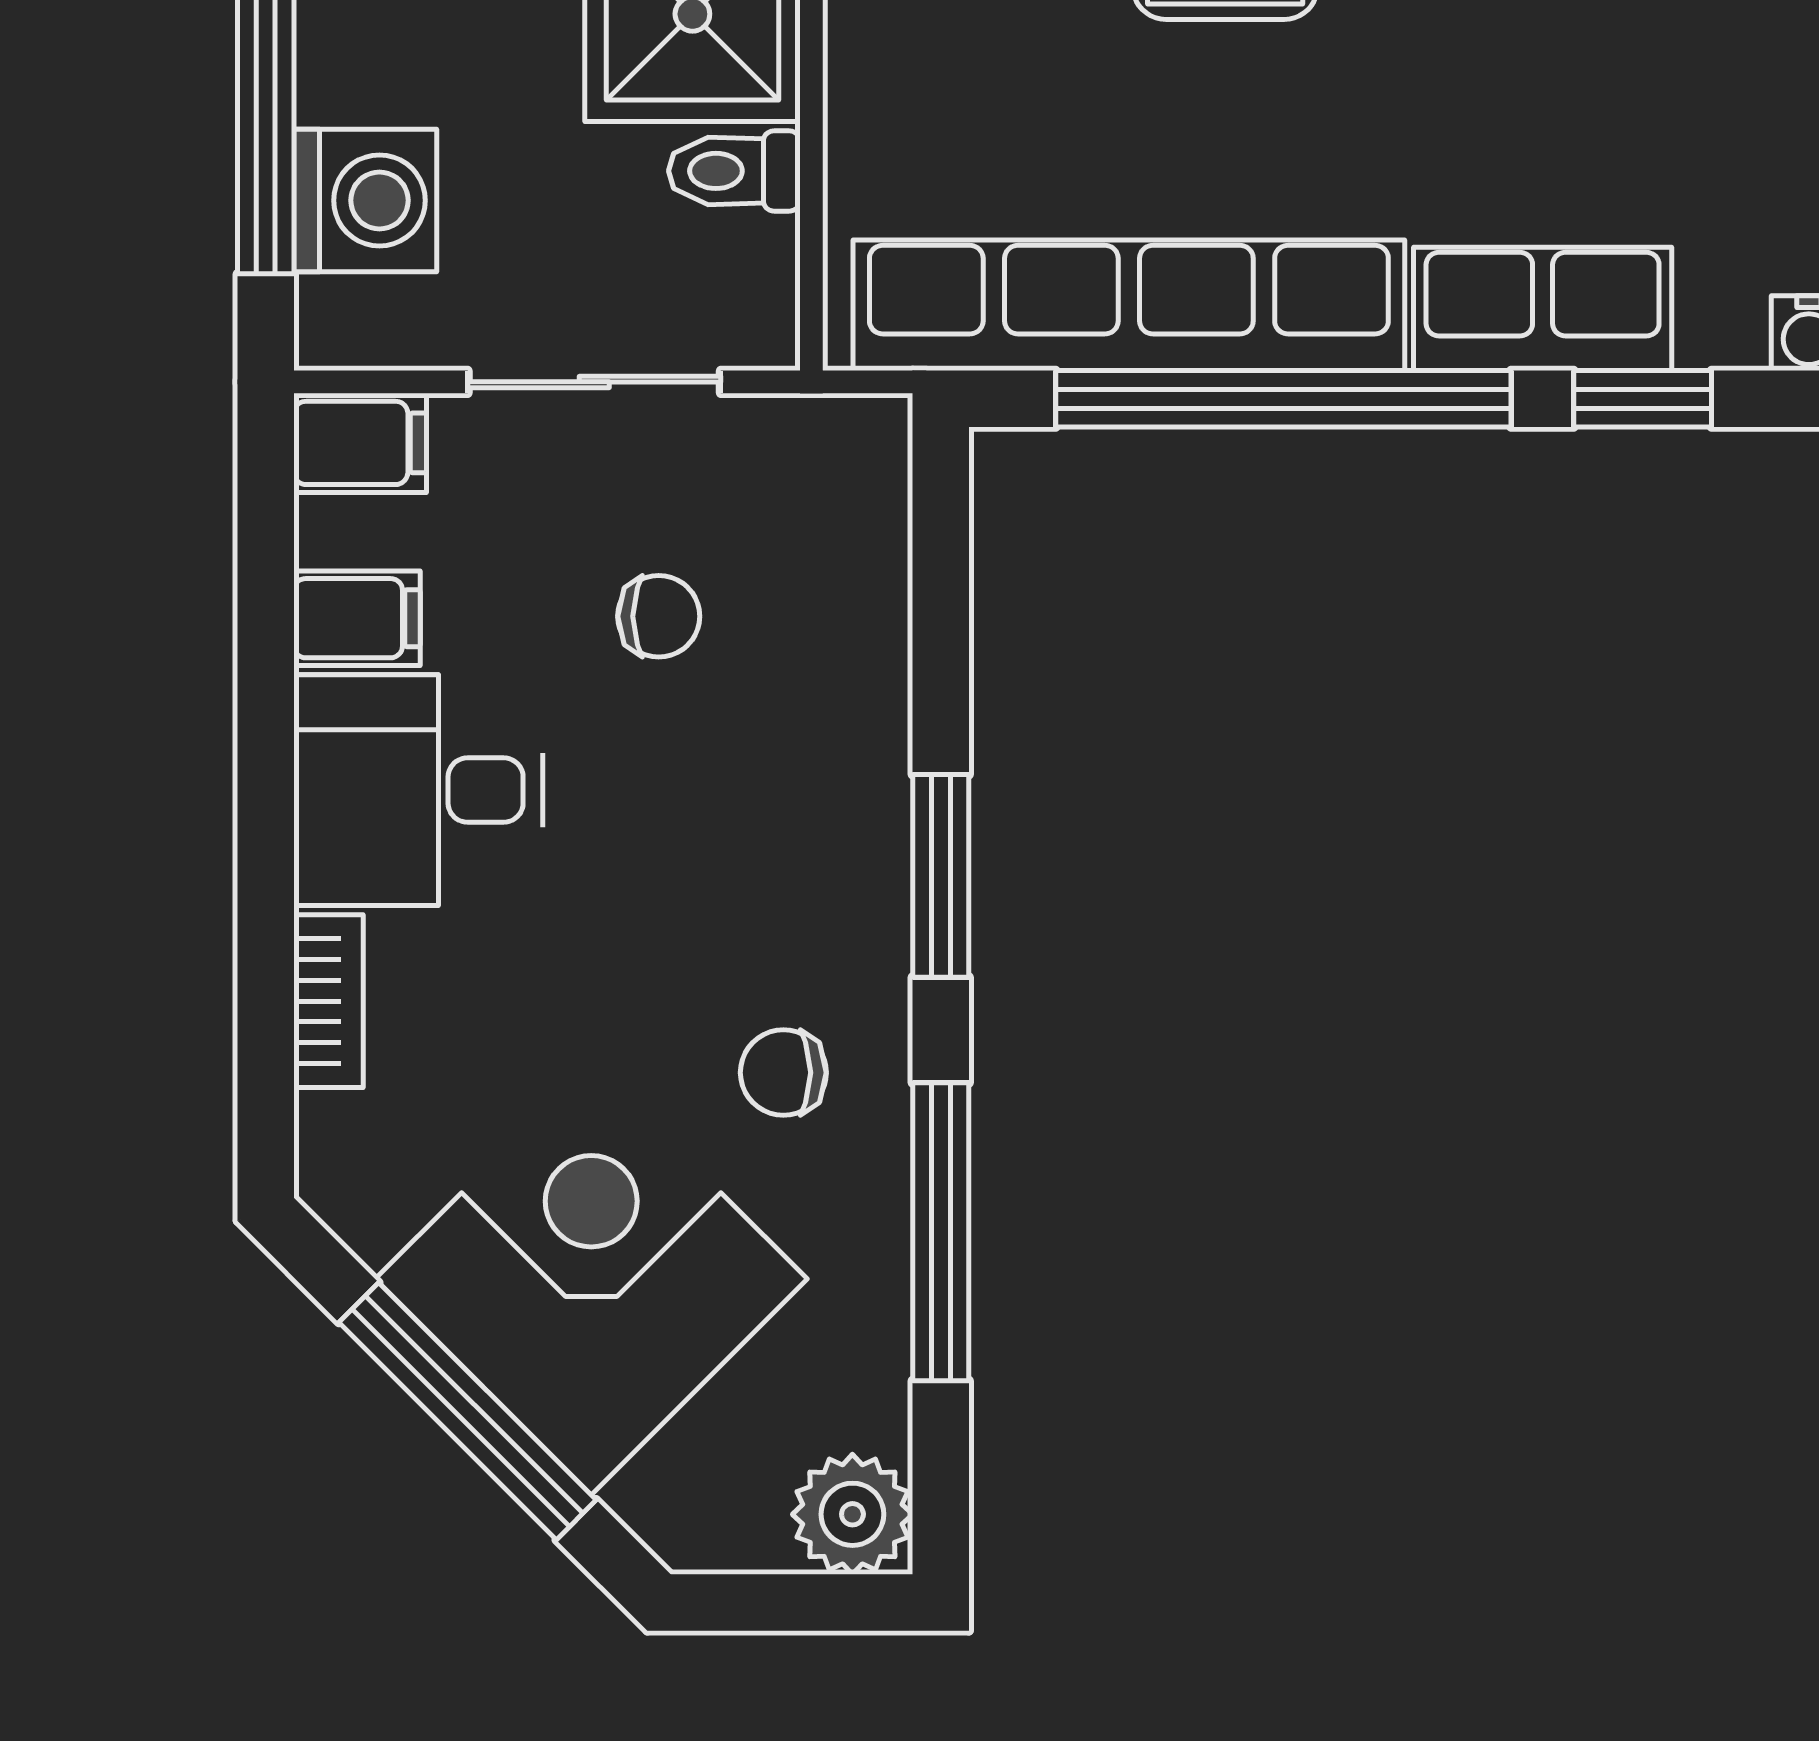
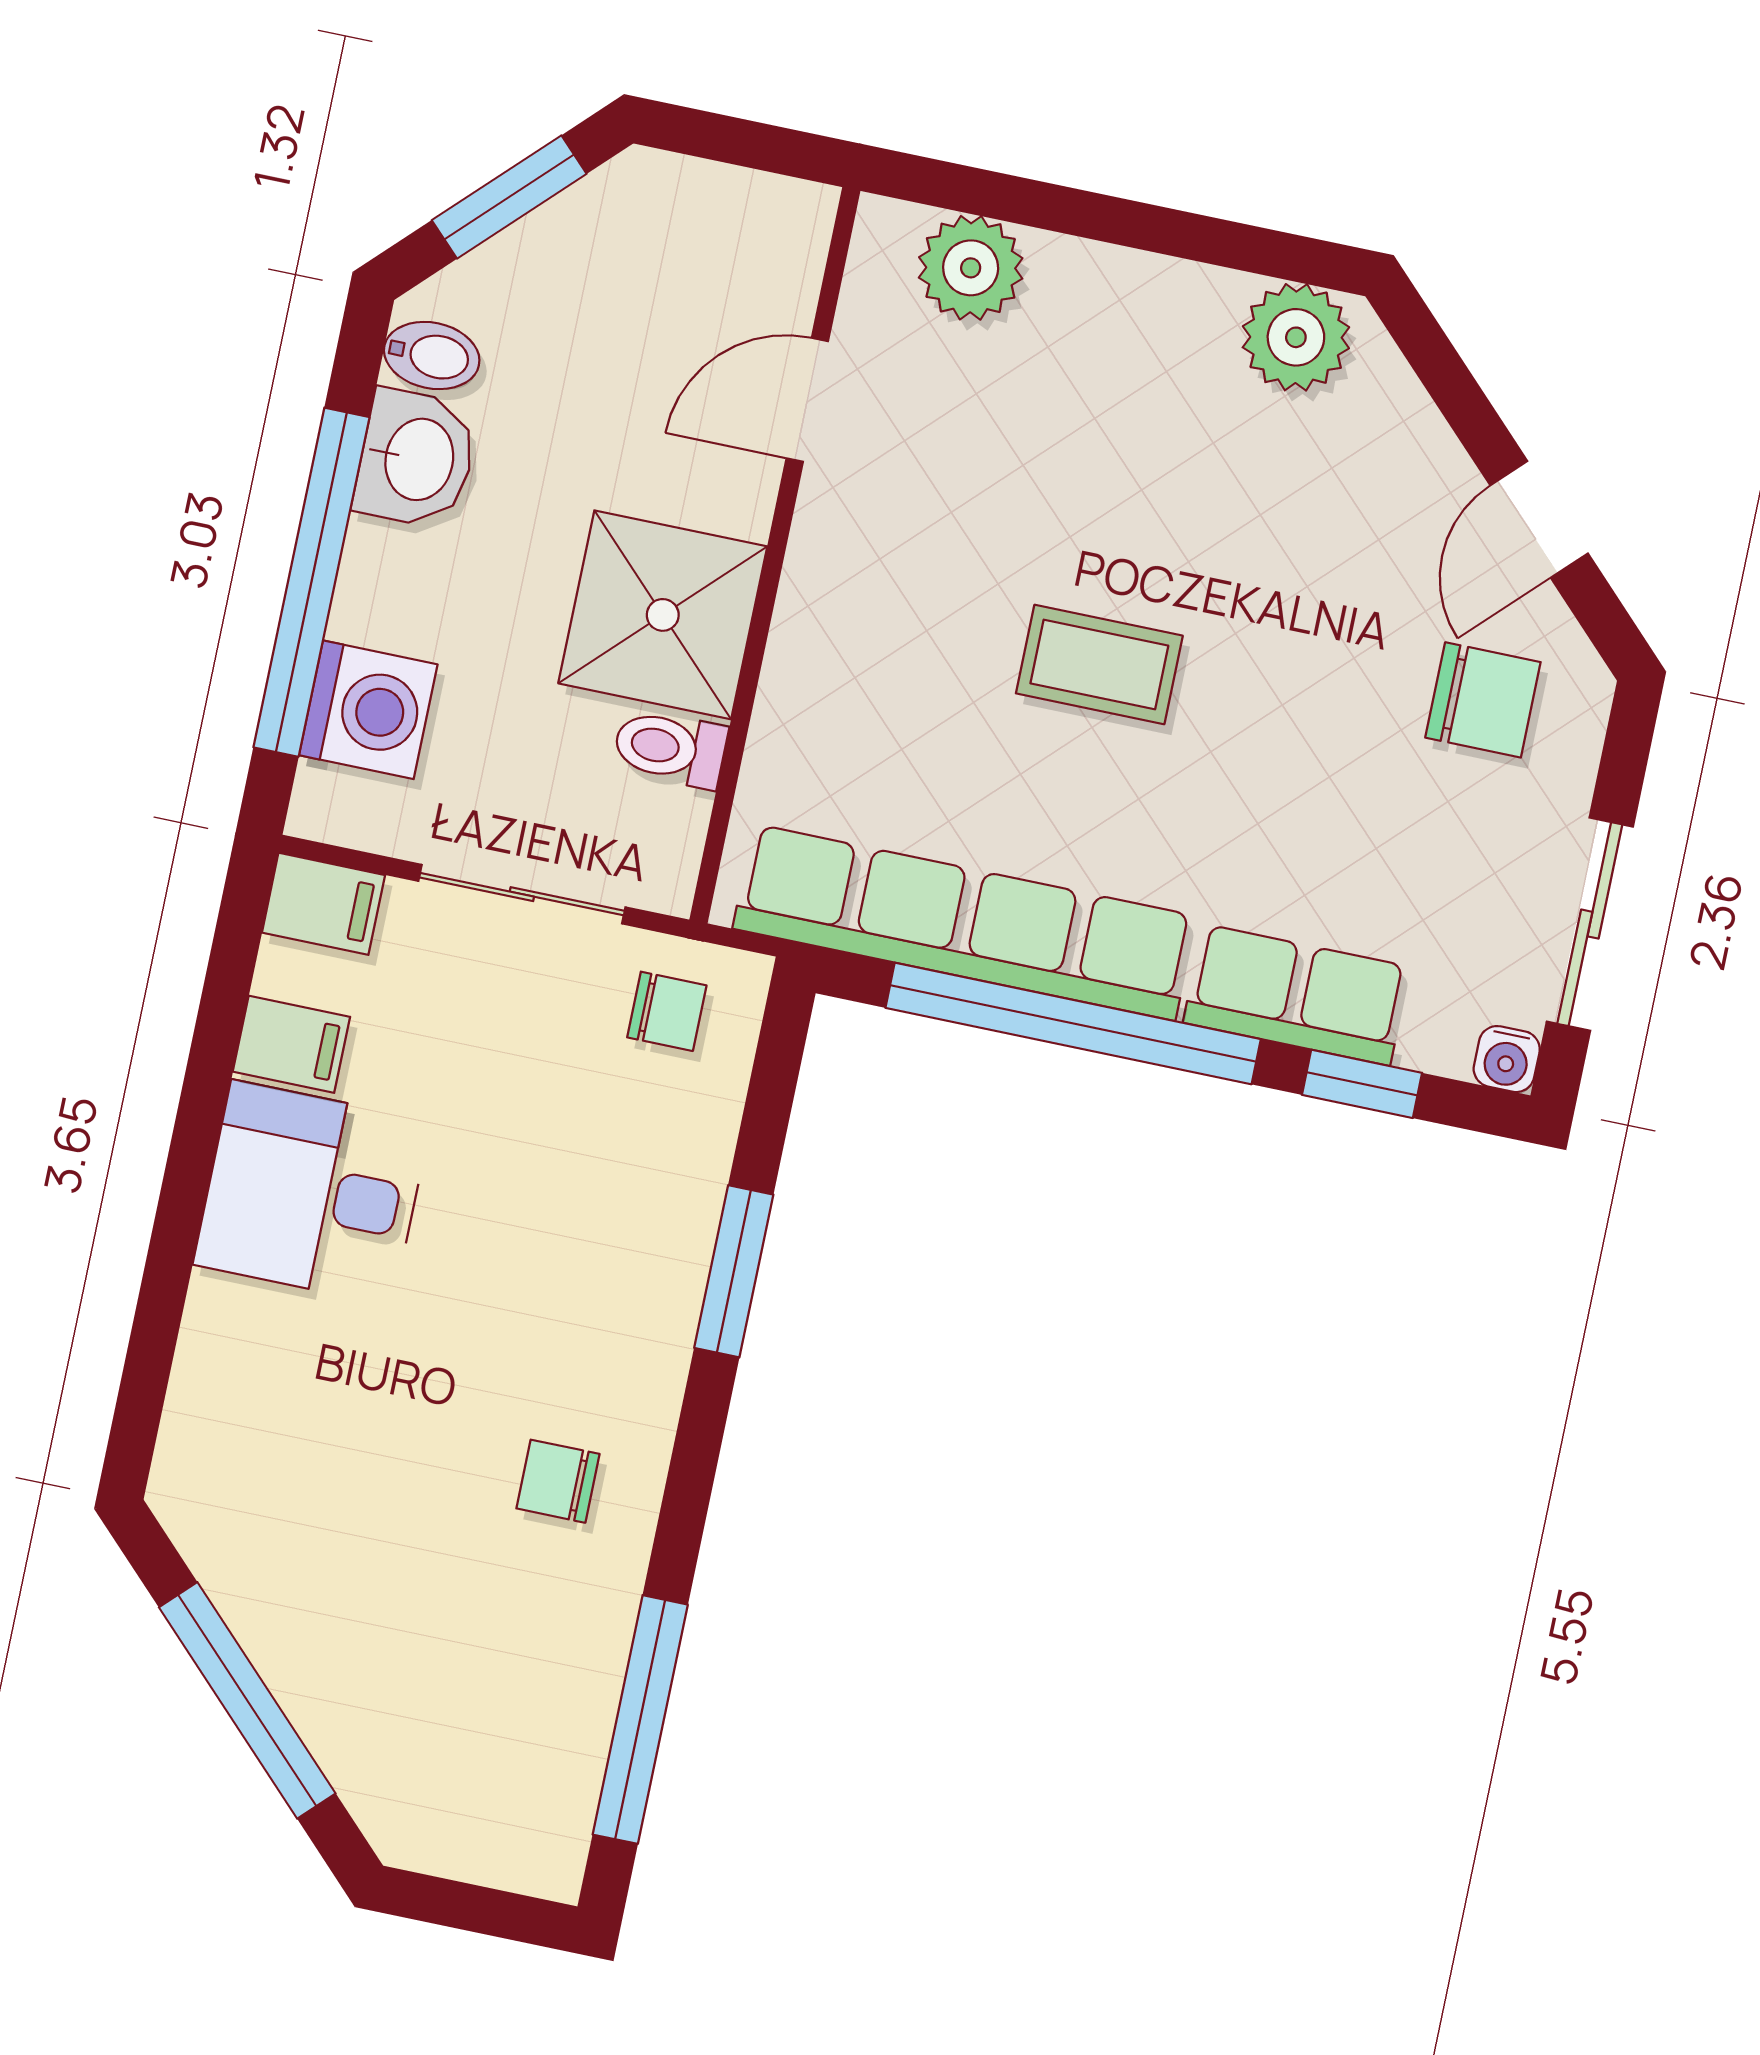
chair: (659, 616) -> (667, 1011), moved
window: (941, 876) -> (734, 1271), moved
bookcase: (328, 1001) -> (204, 1347), removed
window: (941, 1232) -> (640, 1720), moved
corner desk: (591, 1279) -> (369, 1615), removed
plant: (852, 1514) -> (539, 1848), removed

